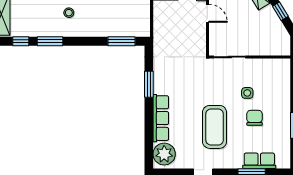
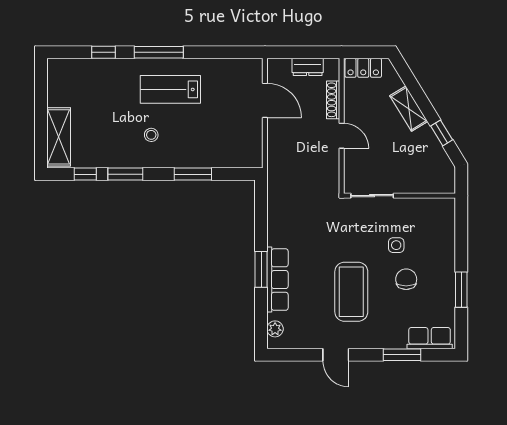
window: (121, 41) -> (193, 174), moved
window: (149, 84) -> (261, 269), moved
plant: (164, 154) -> (275, 329), width x0.53, depth x0.53
row of seats: (259, 161) -> (430, 338), moved

